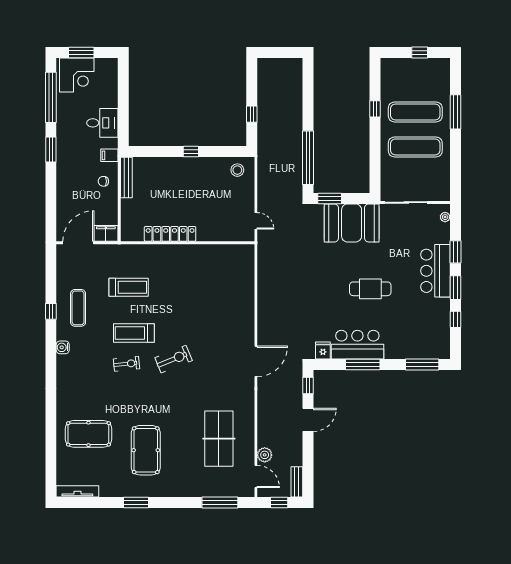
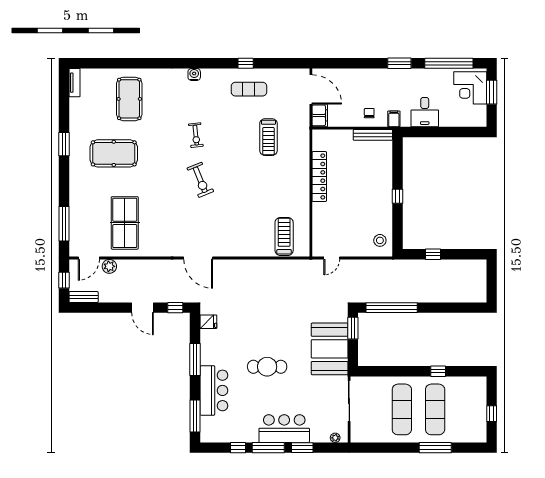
window: (455, 288) -> (268, 448), width x1.44
cafe table: (370, 289) -> (267, 367), turned 90
treadmill: (134, 333) -> (284, 236), moved
bar counter: (357, 345) -> (214, 390), moved
water cooler: (63, 347) -> (194, 74), moved
table tennis table: (219, 439) -> (125, 223), turned 90
tv unit: (77, 491) -> (75, 83), width x0.71

